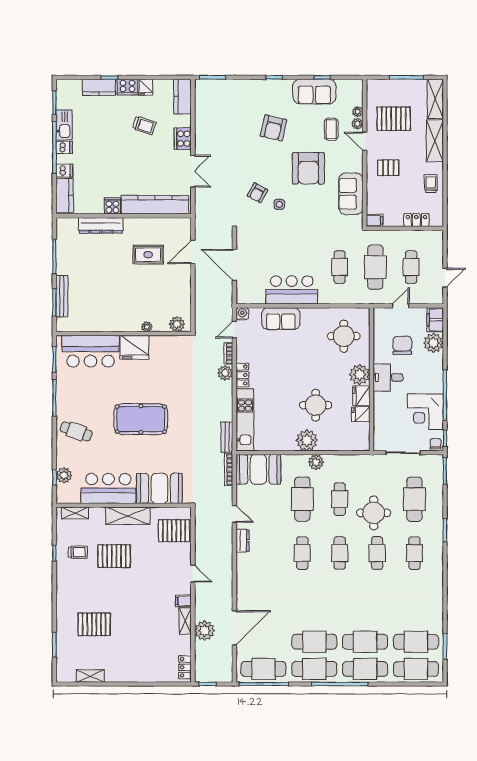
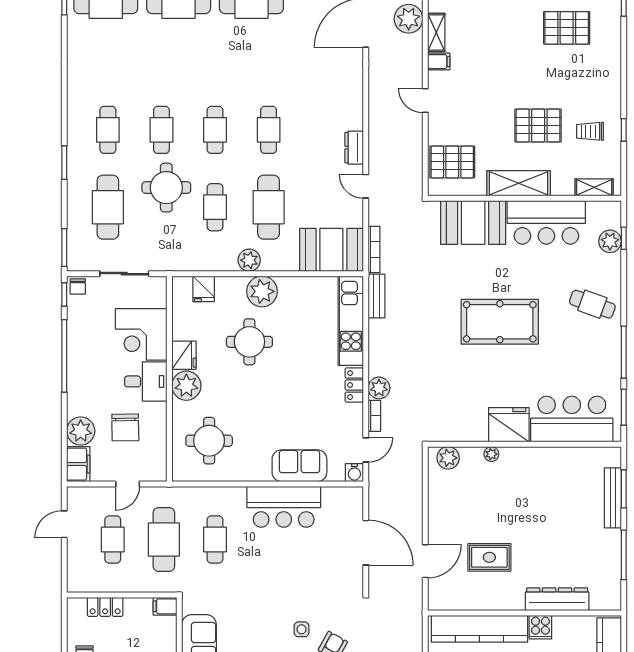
corner desk: (425, 412) -> (141, 334), moved, turned 180
fridge: (361, 414) -> (204, 289), moved, turned 90

